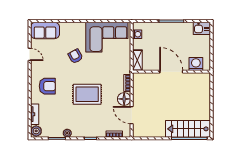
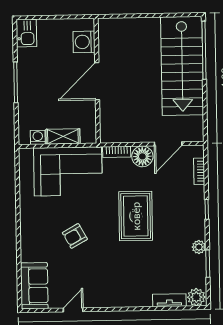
corner sofa: (107, 37) -> (68, 171), moved, turned 90
shelving: (137, 60) -> (63, 136), moved
armchair: (47, 86) -> (124, 280), removed
stairs: (188, 129) -> (182, 66), width x1.36, depth x1.51

